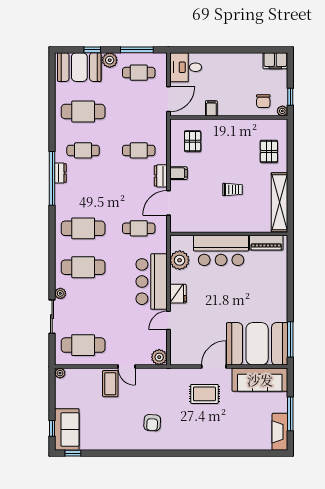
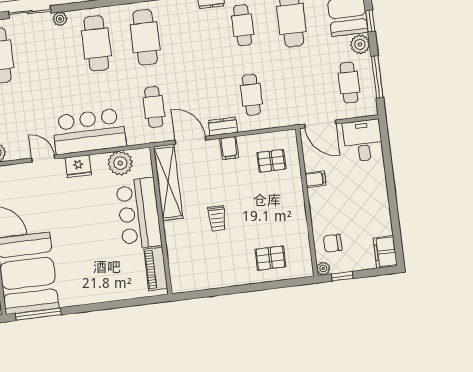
shelving: (279, 202) -> (168, 182), moved, turned 90

